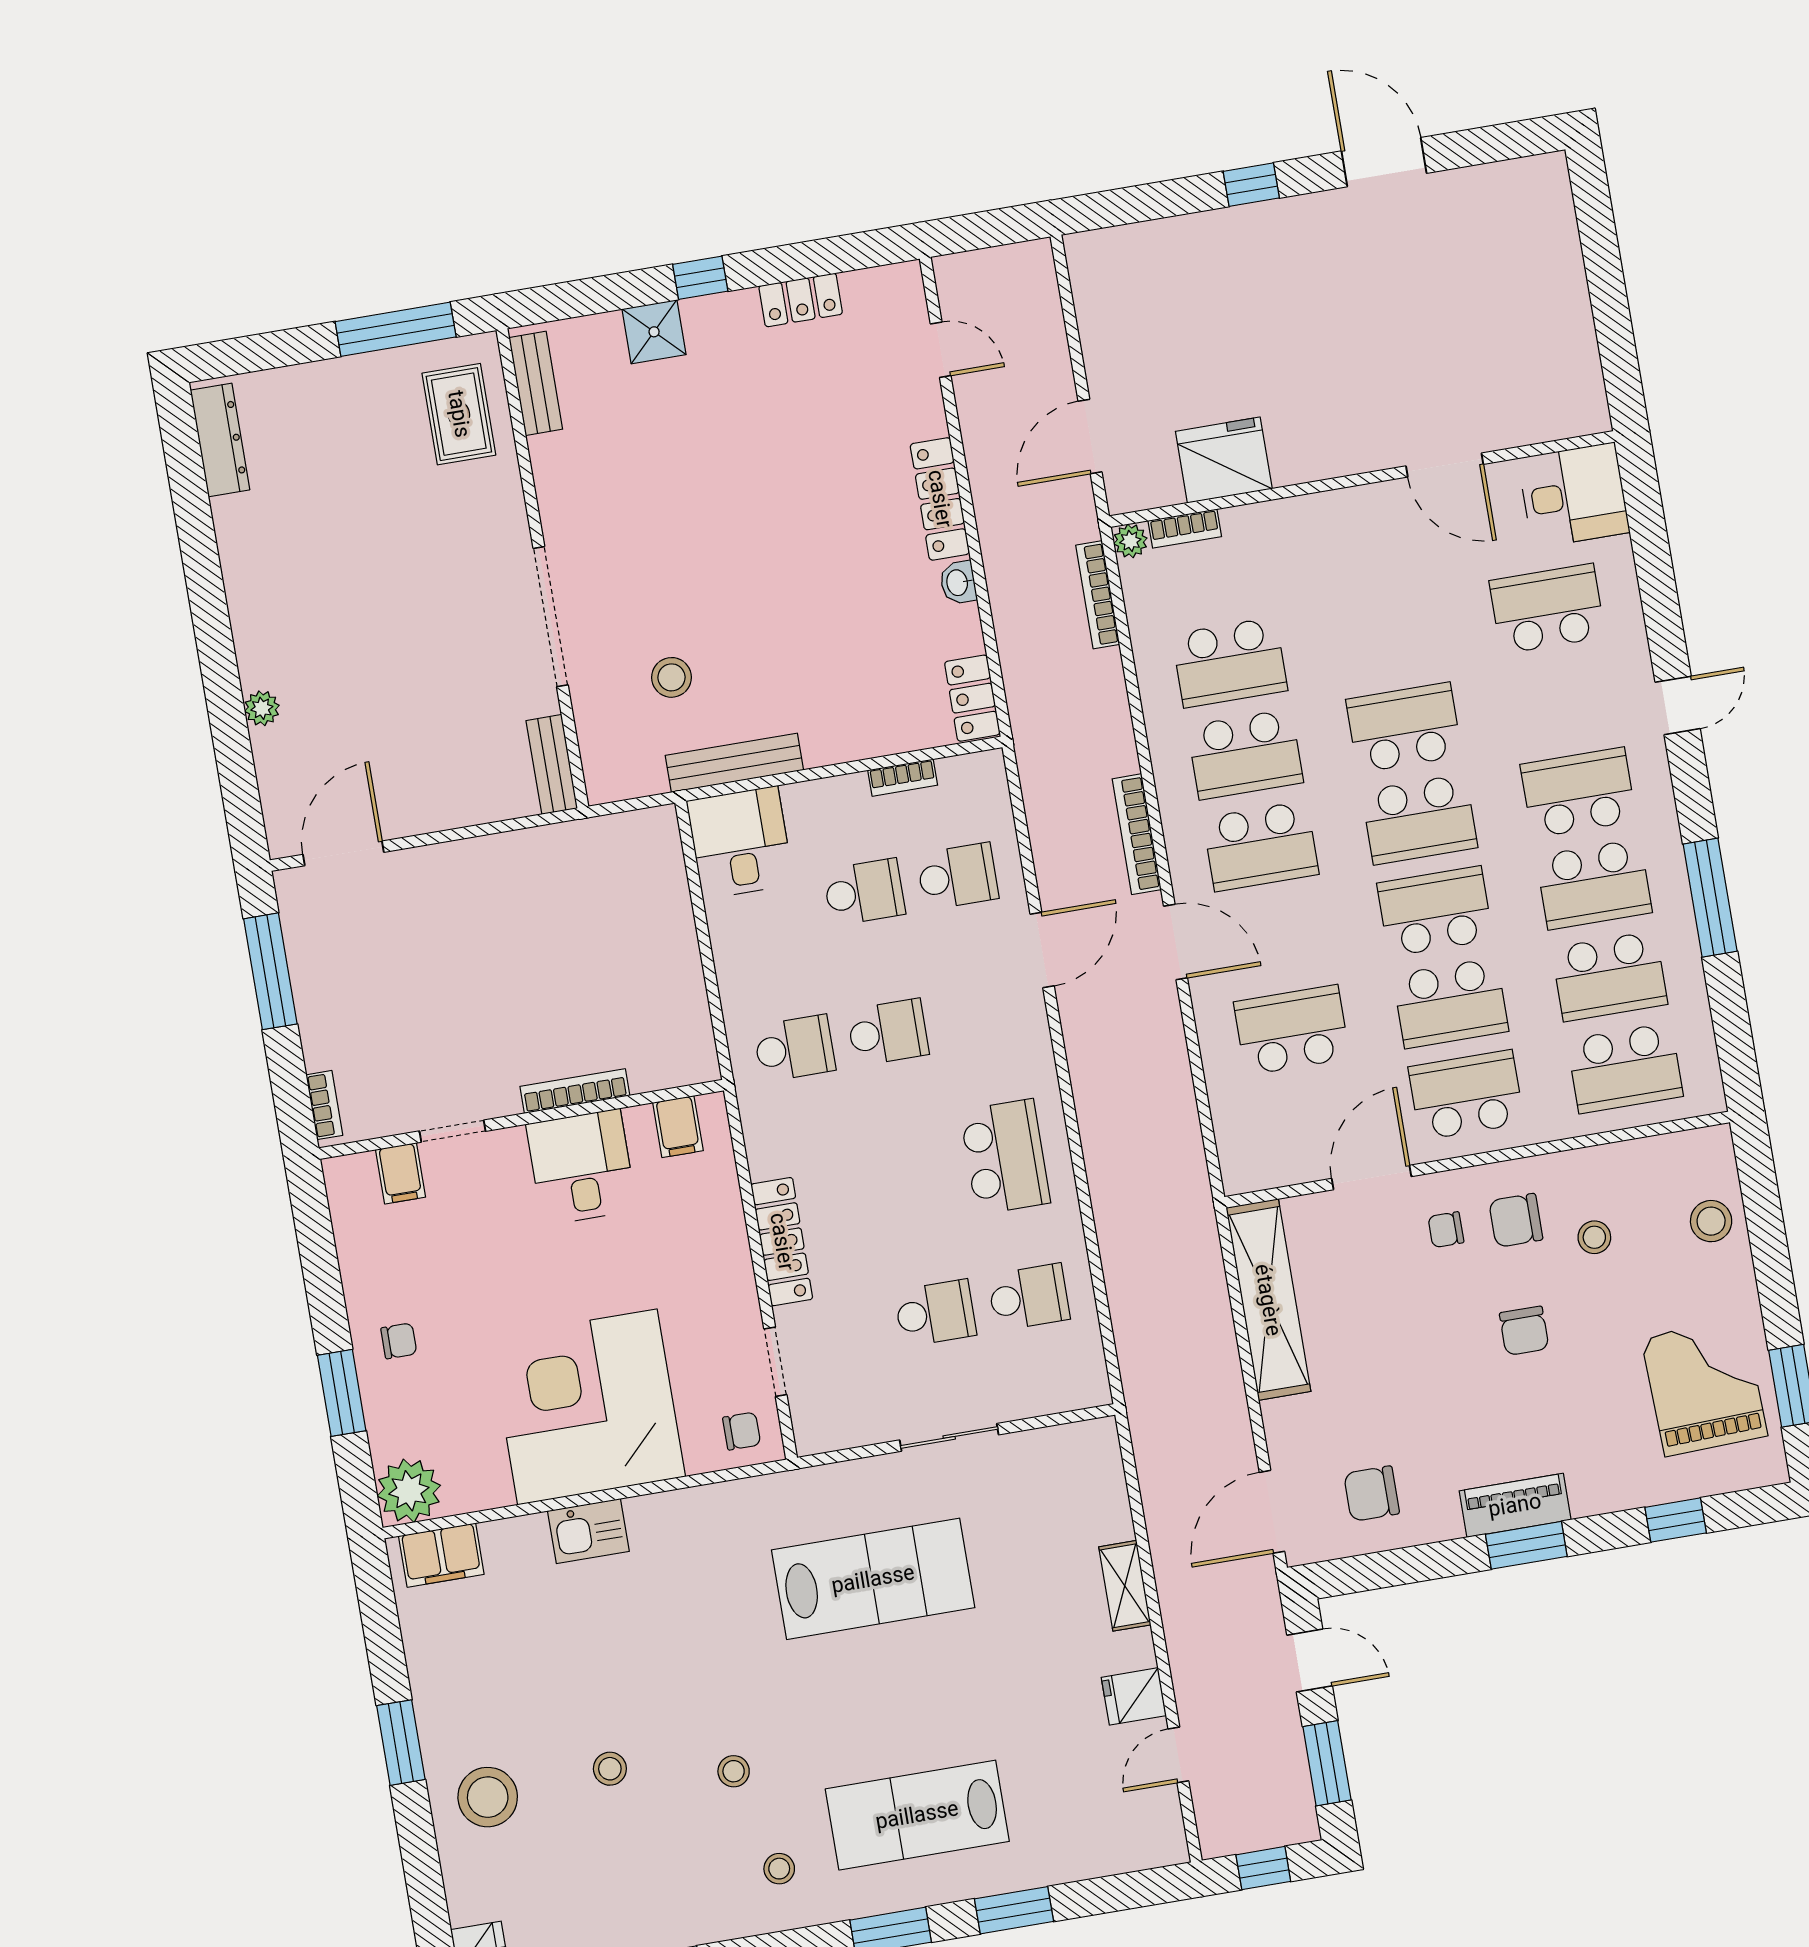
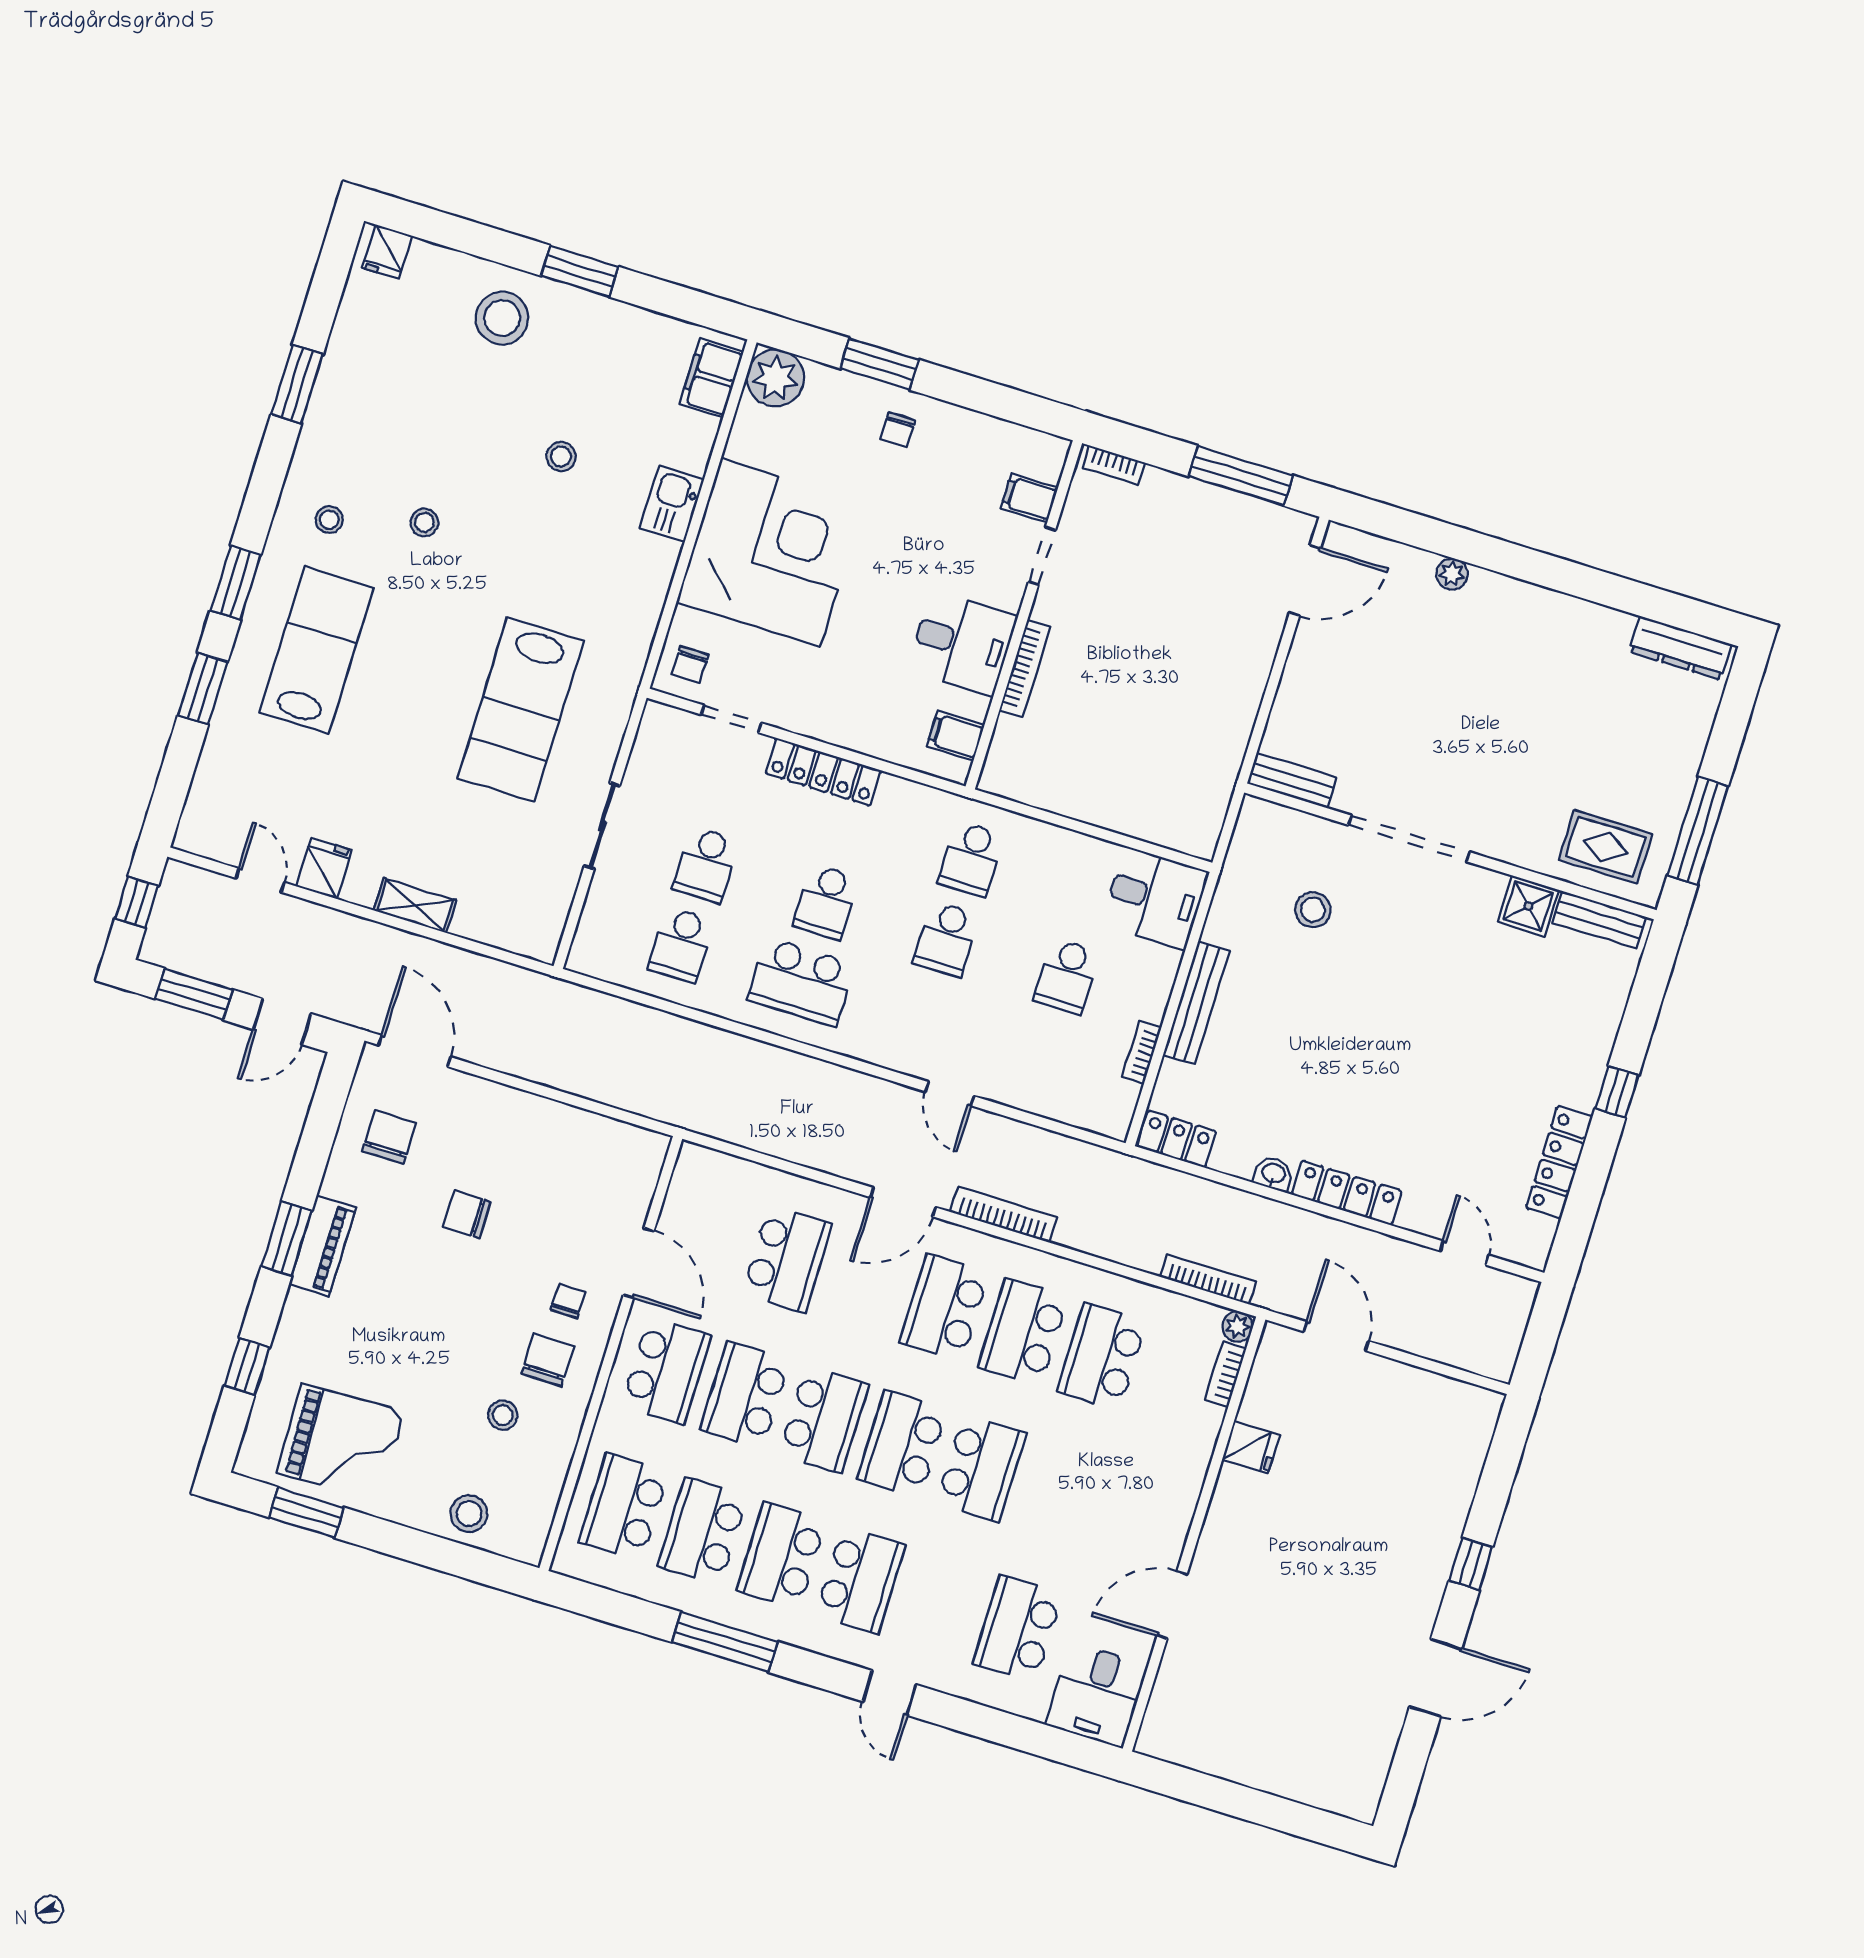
locker: (801, 300) -> (1559, 1162), width x1.53
shower: (654, 332) -> (1528, 906), moved
door: (941, 350) -> (1464, 1253), swing flipped
fridge: (1224, 460) -> (1251, 1447), width x0.53, depth x0.75
school desk: (1547, 609) -> (1018, 1629), turned 180
bench: (734, 763) -> (1196, 1003), moved
door: (343, 853) -> (1305, 581), hinge flipped
school desk: (958, 876) -> (826, 902), moved
door: (1042, 950) -> (950, 1094), width x0.73
shelving: (1268, 1300) -> (584, 1133), removed
chair: (1524, 1331) -> (467, 1214), moved
stool: (610, 1769) -> (561, 457), moved

